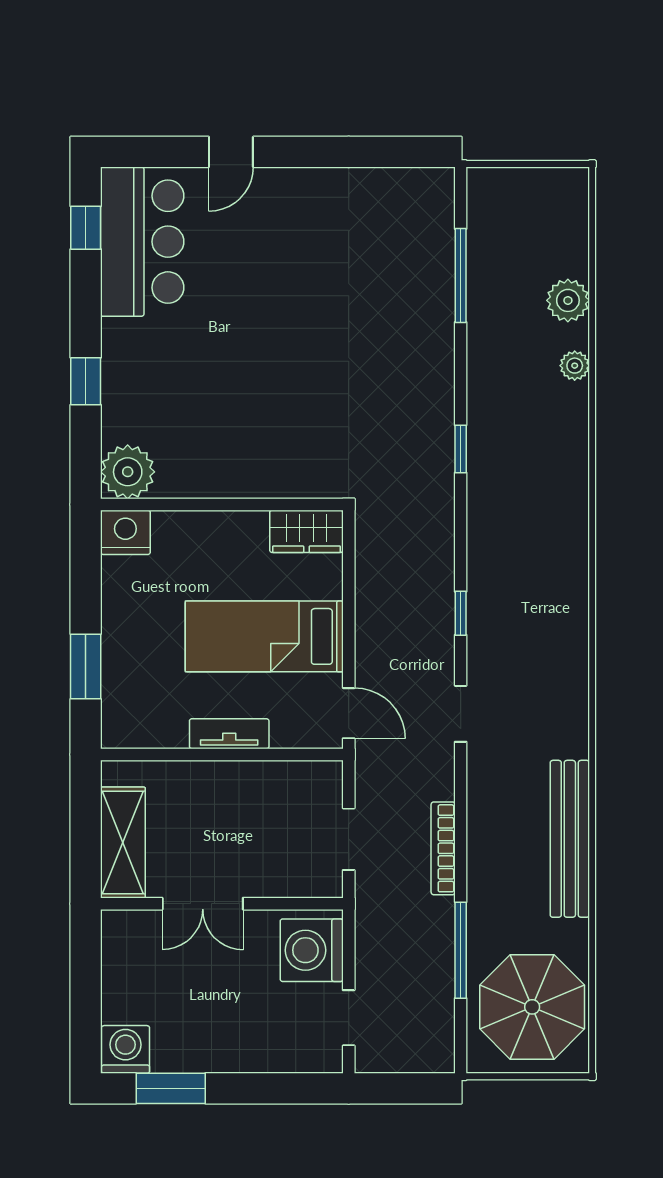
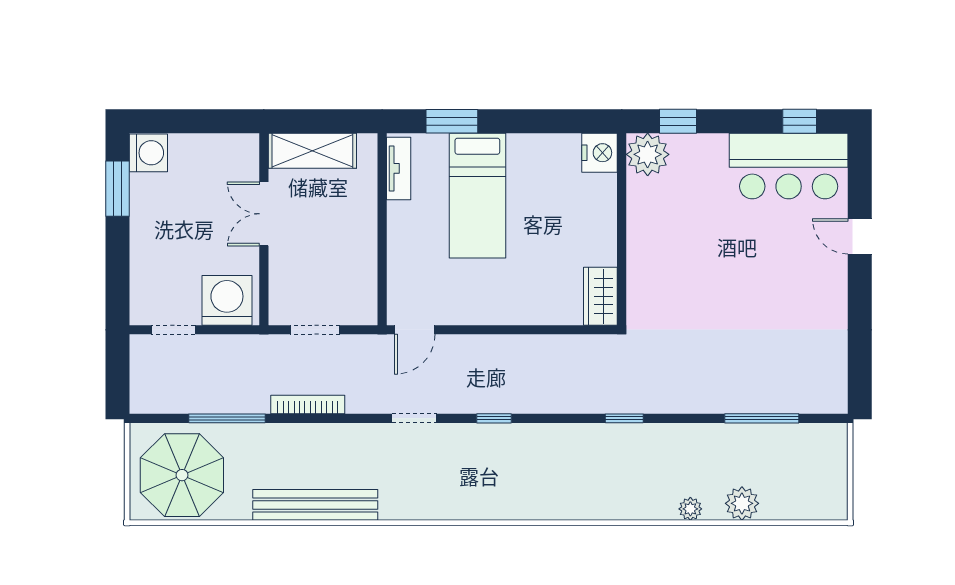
plant: (128, 472) -> (648, 154), moved
wall: (222, 504) -> (622, 229), moved
wardrobe: (306, 531) -> (600, 296), moved
nightstand: (125, 532) -> (600, 153), moved
bed: (264, 636) -> (477, 196), moved, turned 180
tv unit: (229, 734) -> (399, 168), moved

